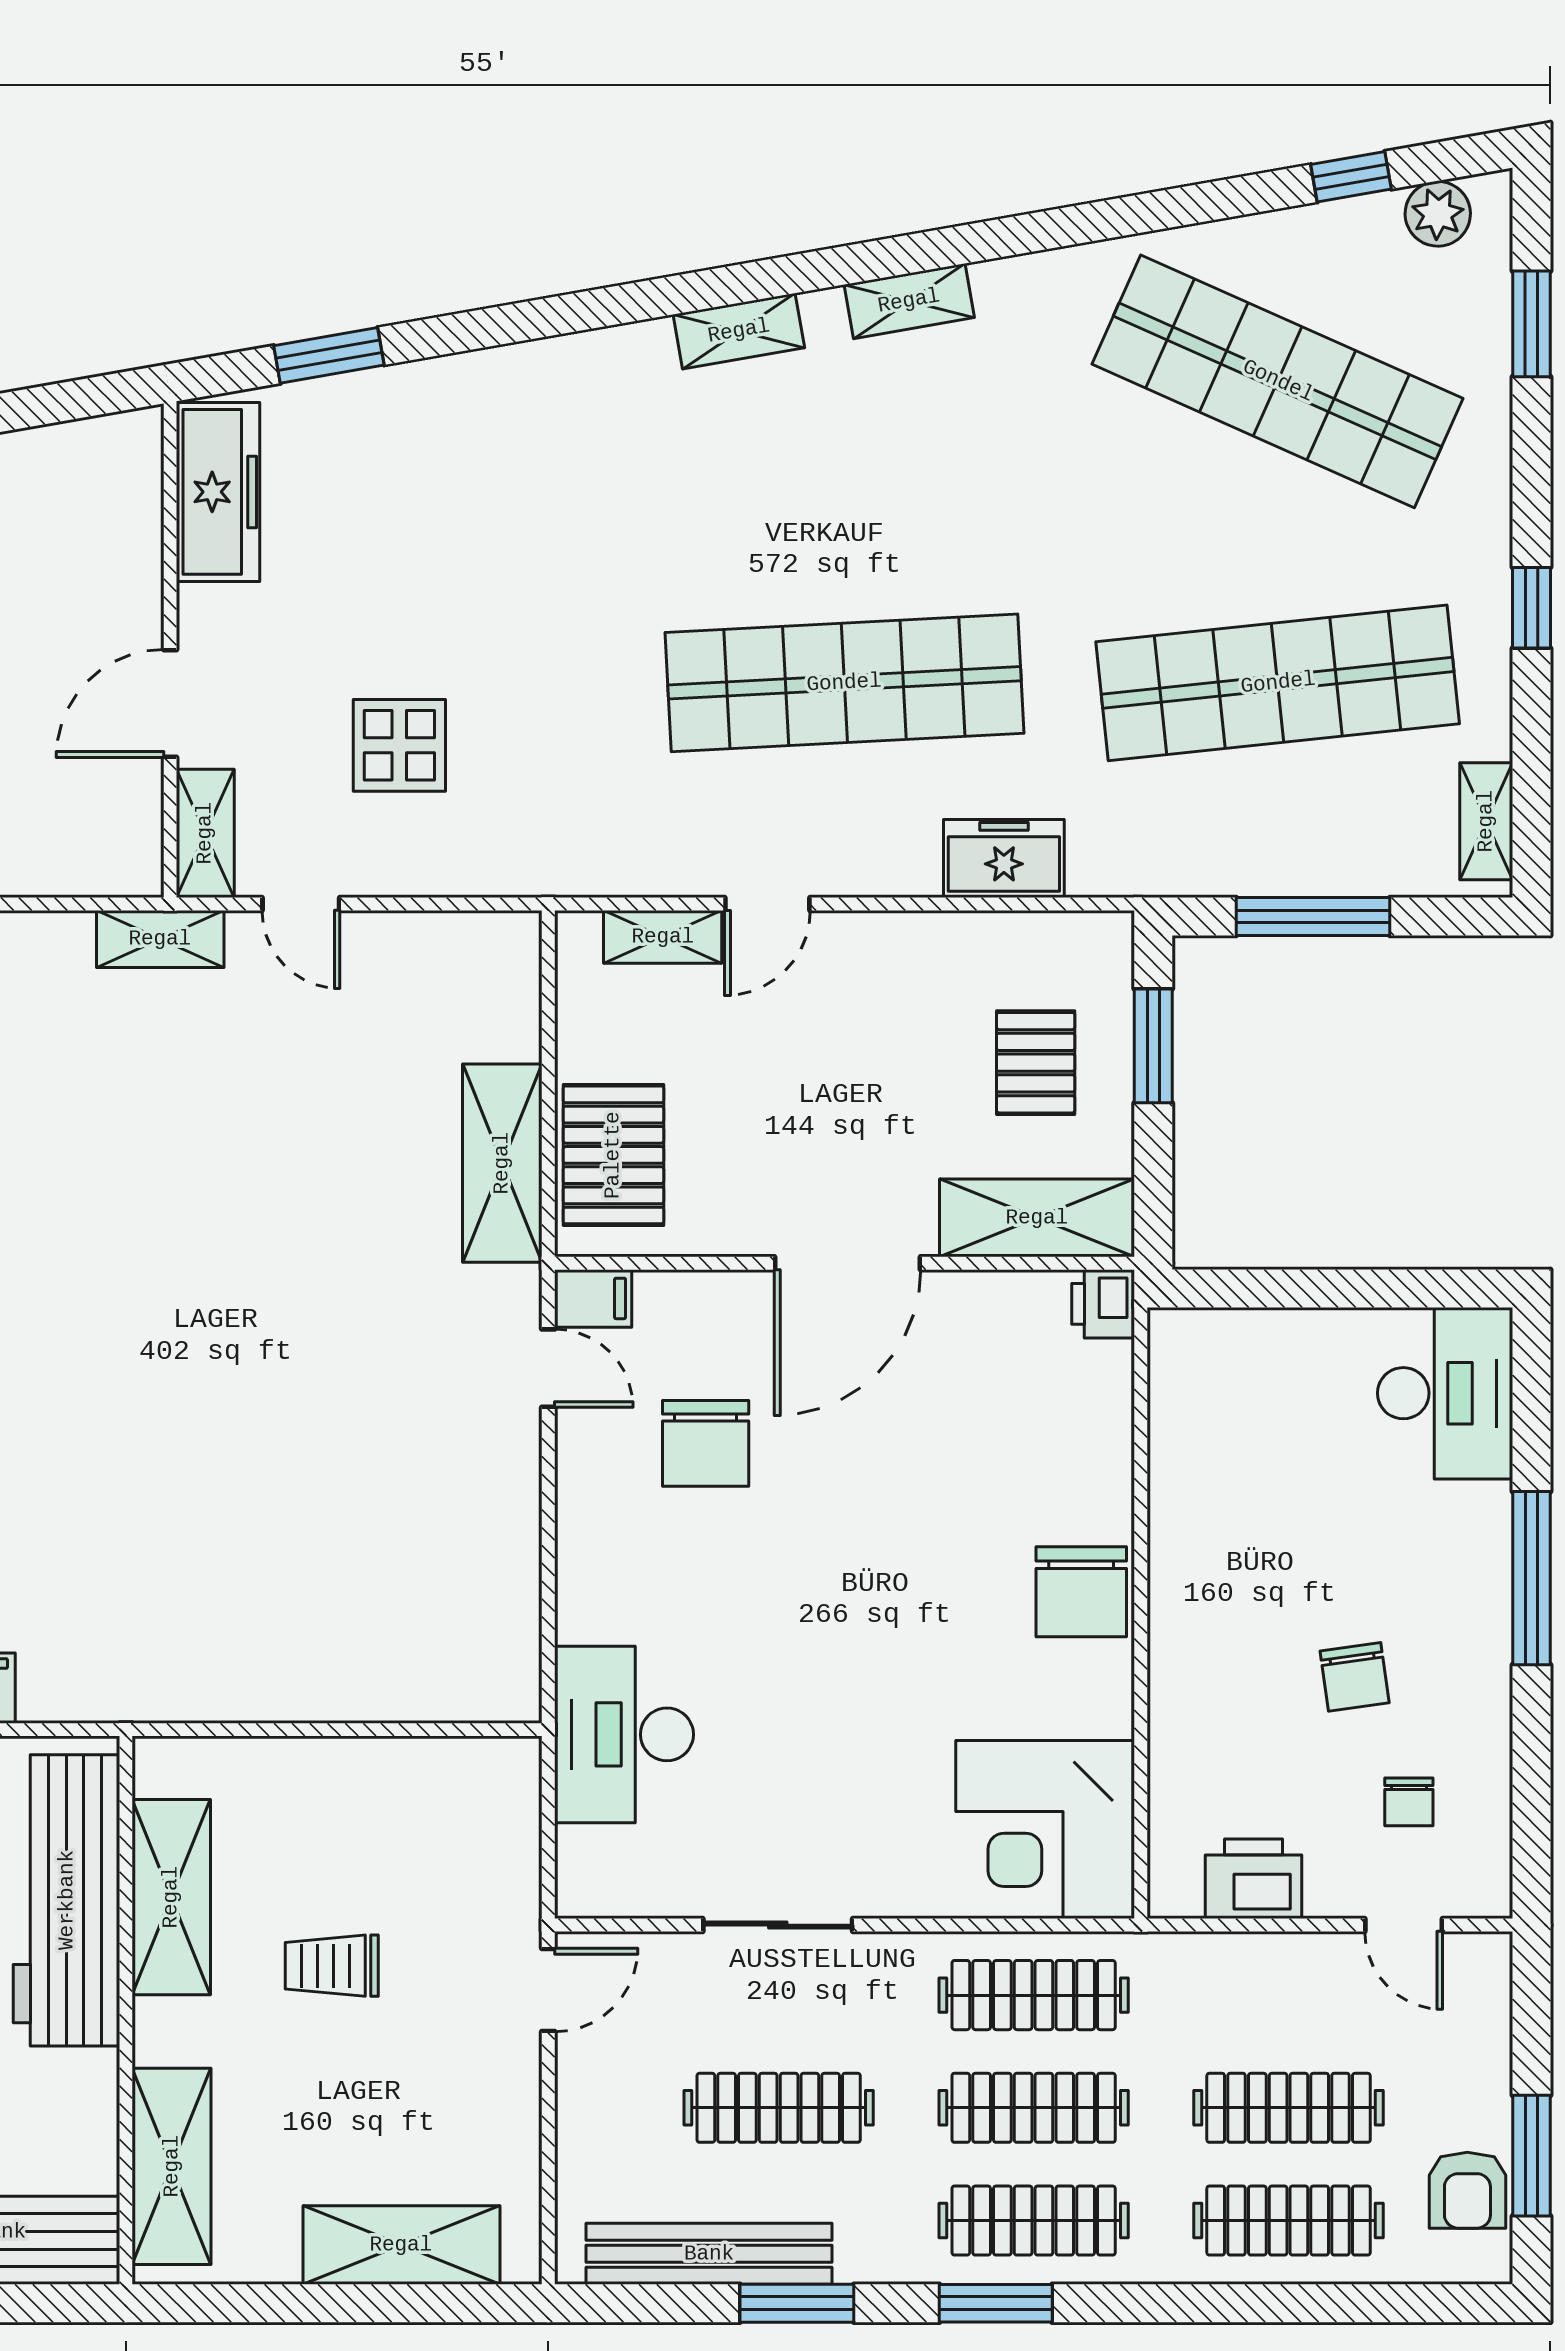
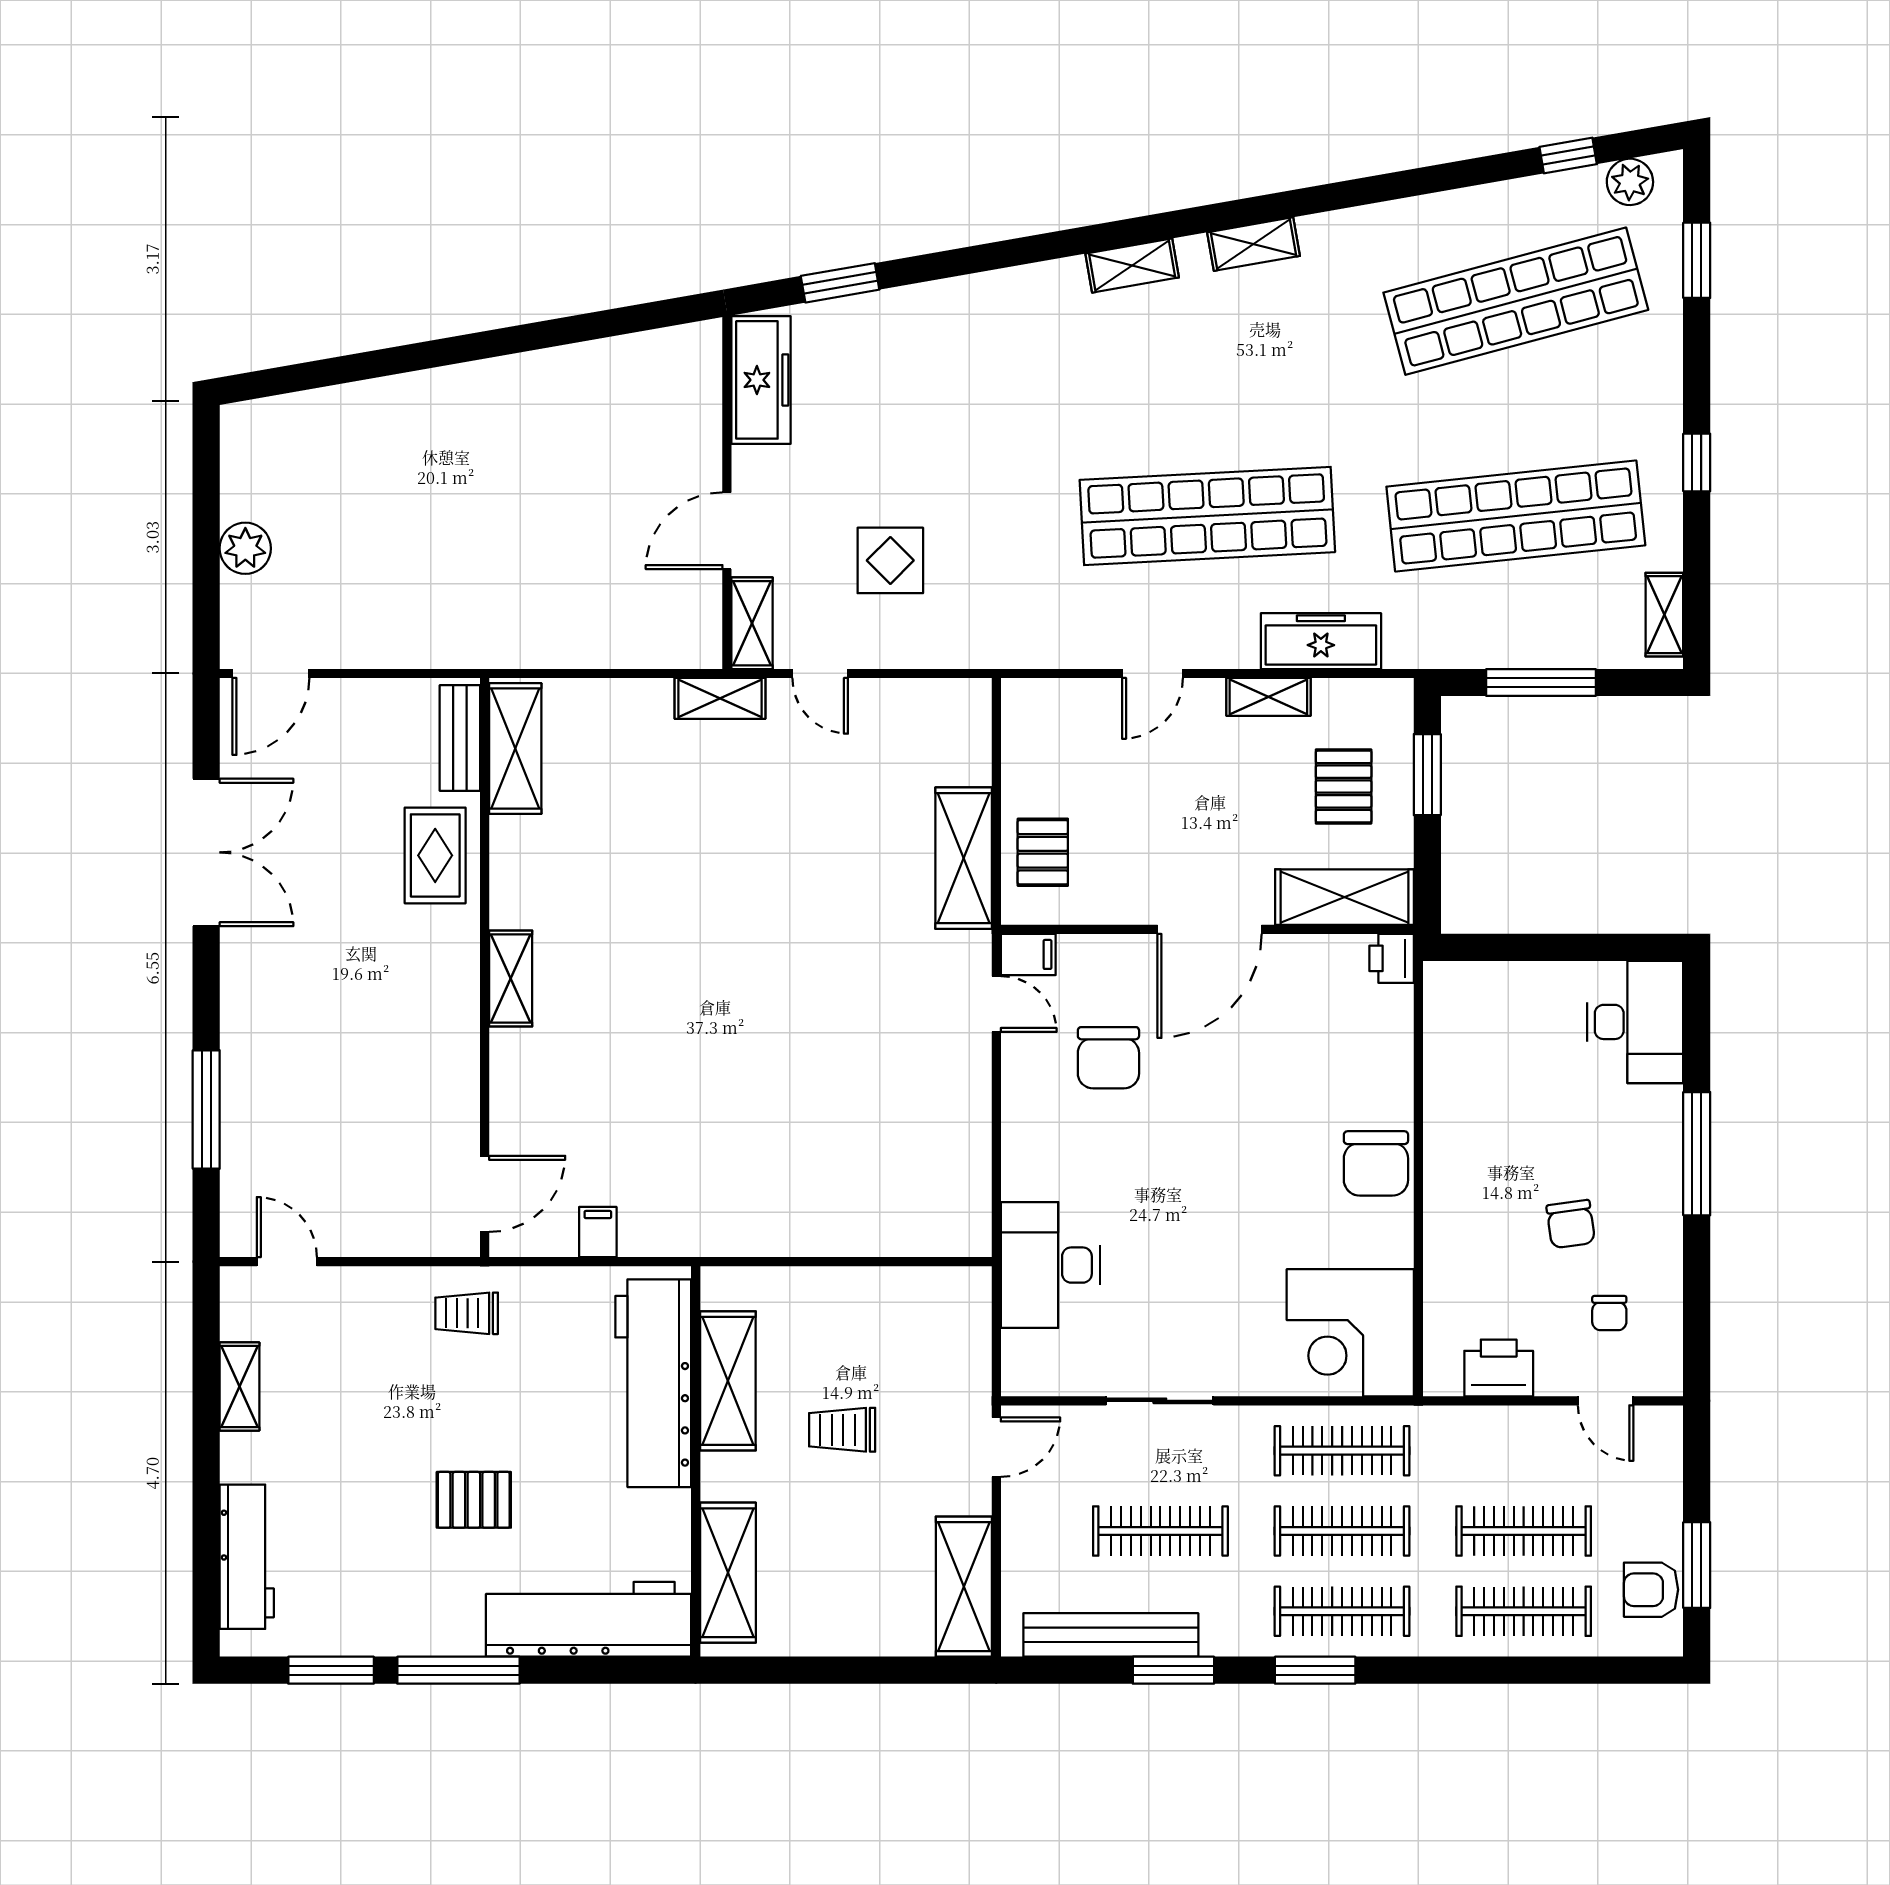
shop shelf: (1278, 381) -> (1516, 301), turned -39
freezer: (1004, 858) -> (1321, 641), width x1.40
shelving: (663, 937) -> (1268, 697), moved
pallet: (613, 1155) -> (1043, 852), width x0.67, depth x0.71
armchair: (1467, 2190) -> (1651, 1590), turned 90
shelving: (401, 2245) -> (964, 1587), moved, turned 90

